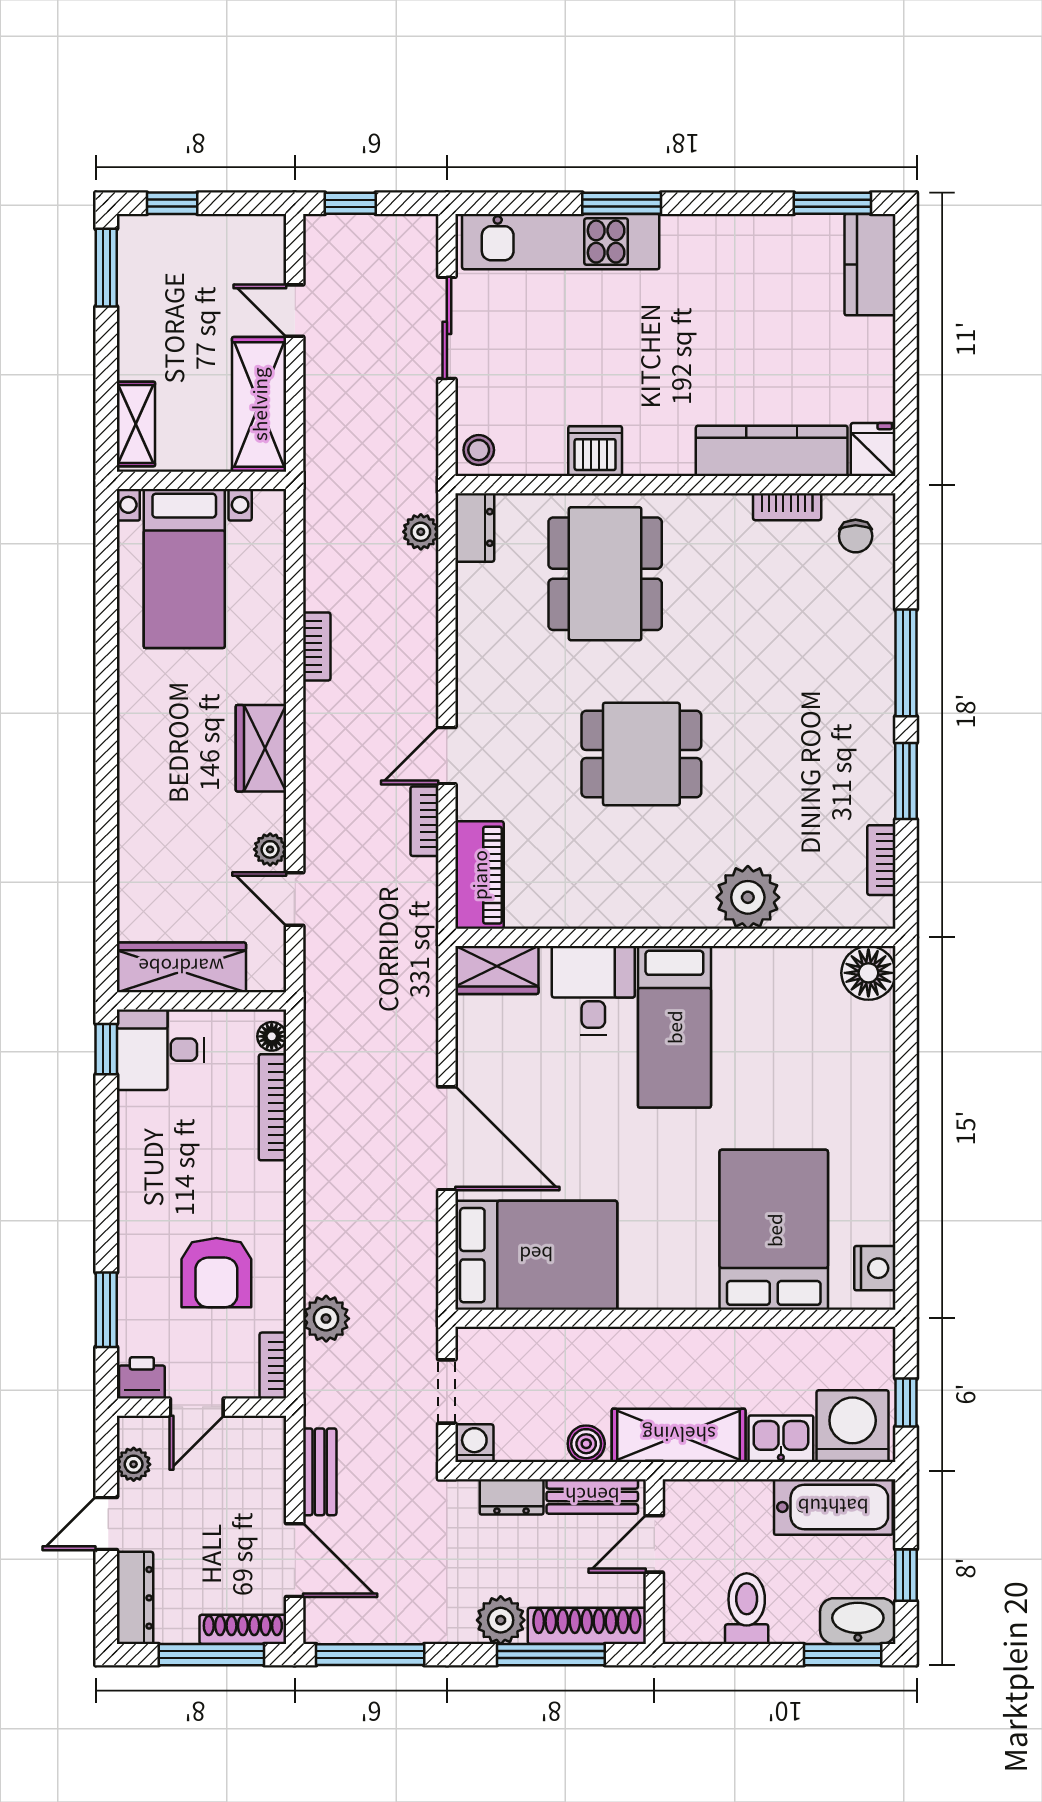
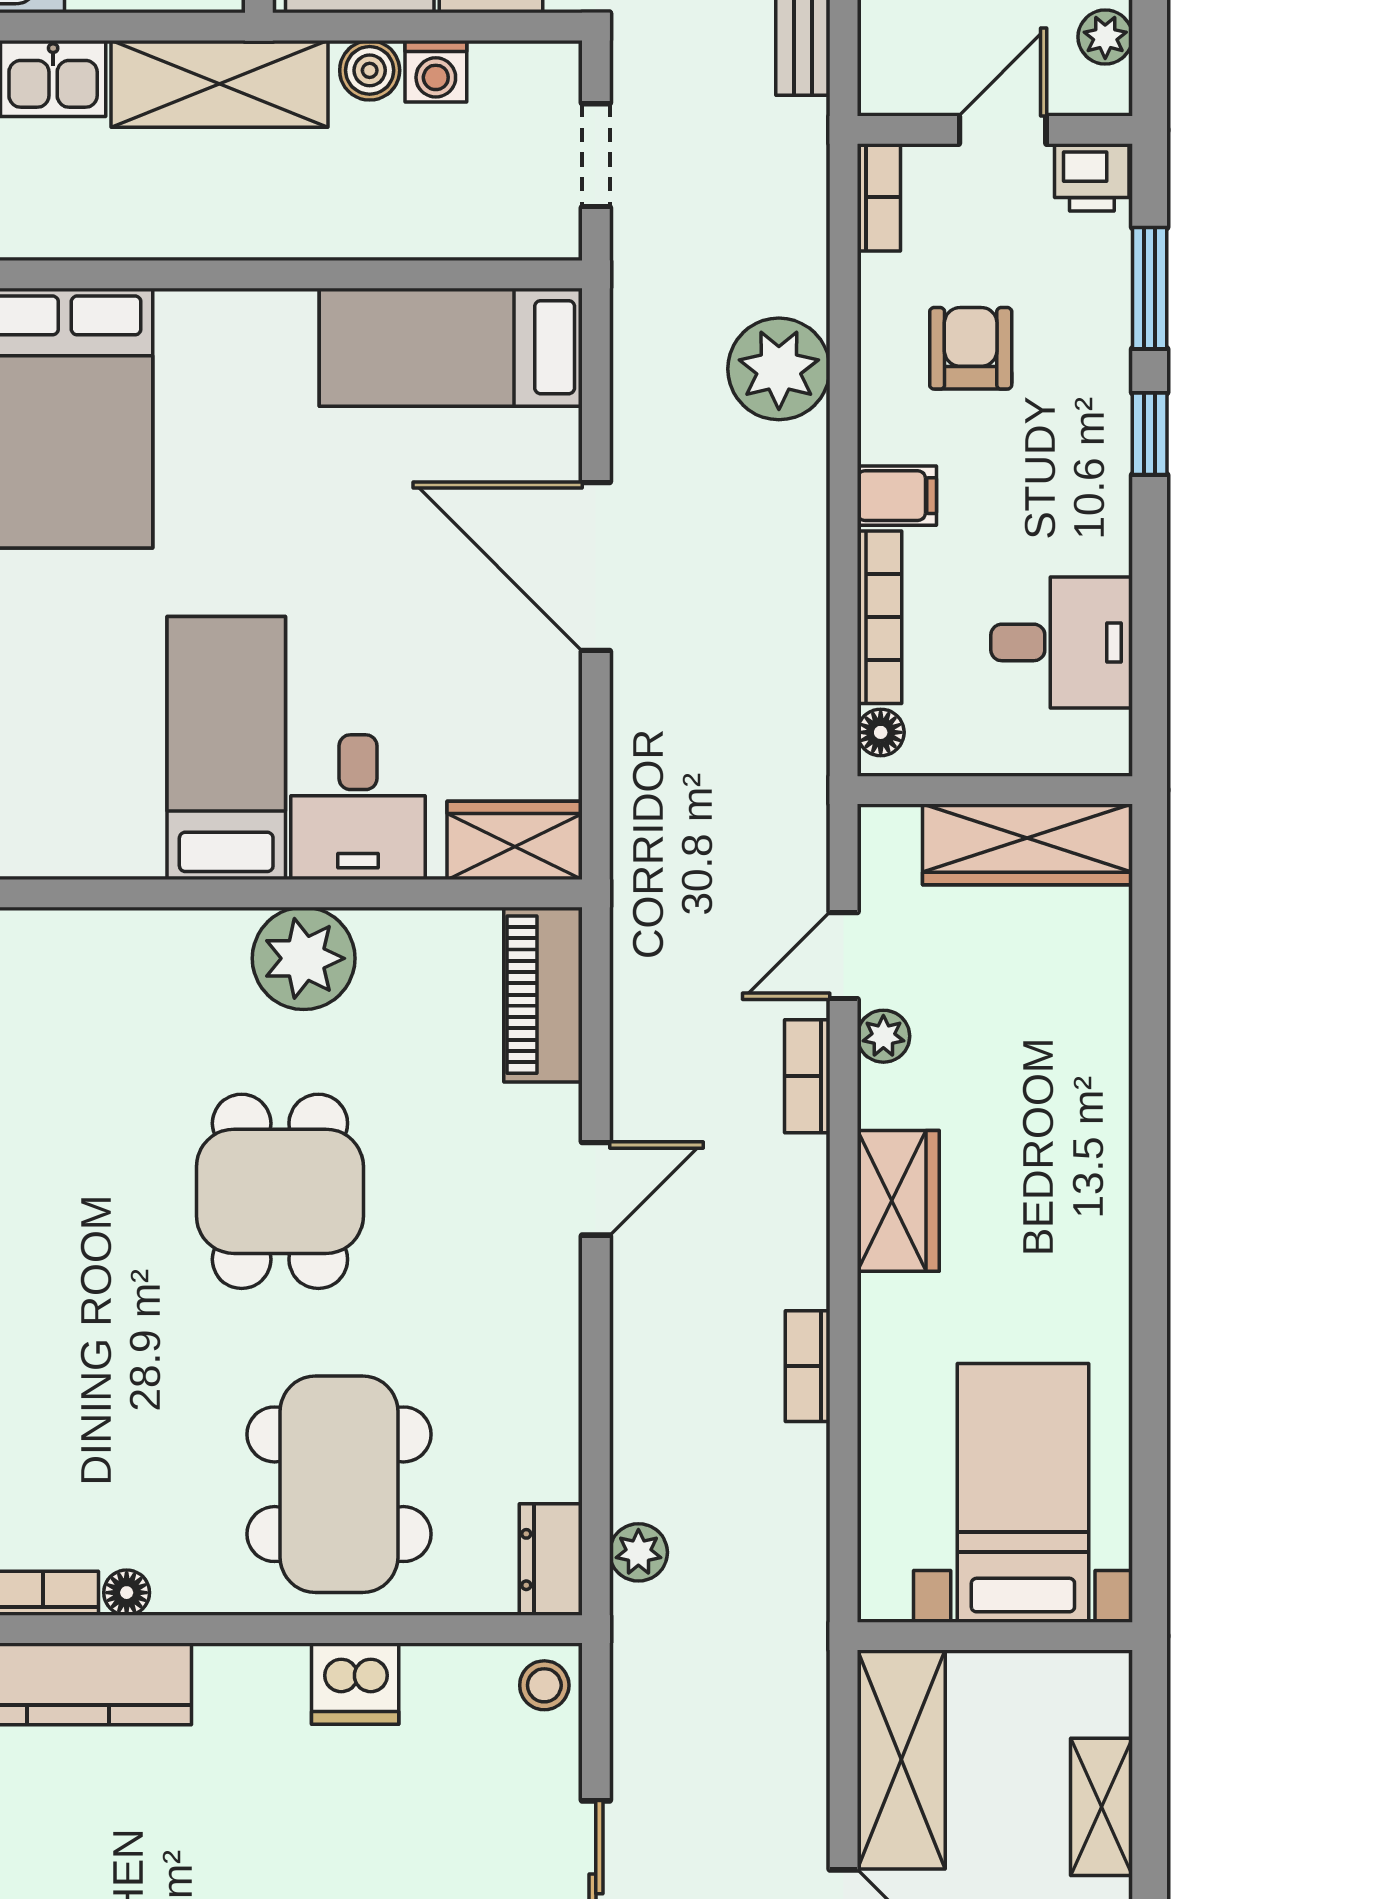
shelving: (136, 424) -> (1101, 1807), moved
floor lamp: (736, 507) -> (127, 1593), added
dining table: (641, 754) -> (280, 1191), turned 90
bookcase: (425, 821) -> (807, 1076), moved, turned 180
plant: (748, 897) -> (304, 958), moved
door: (295, 899) -> (844, 956), swing flipped
window: (106, 1049) -> (1150, 434), moved
desk: (160, 1050) -> (1062, 642), moved
filing cabinet: (262, 1182) -> (897, 496), added
bed: (536, 1255) -> (451, 347), width x0.67
armchair: (216, 1273) -> (971, 348), width x0.72, depth x0.72
plant: (326, 1319) -> (779, 369), moved, width x1.36, depth x1.36
washing machine: (474, 1443) -> (436, 71), moved

